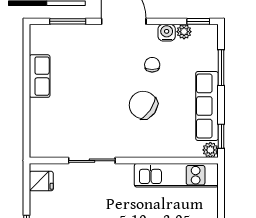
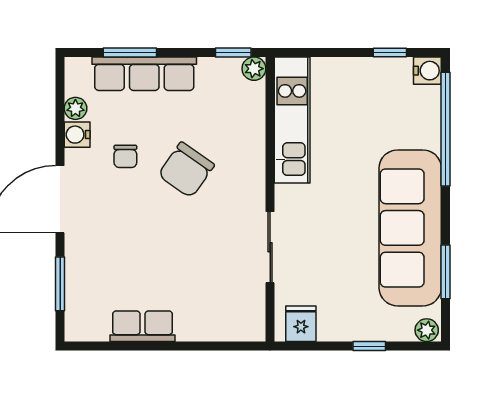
window: (198, 21) -> (60, 87), removed
chair: (152, 65) -> (125, 156), turned -90
row of seats: (207, 106) -> (144, 74), moved

